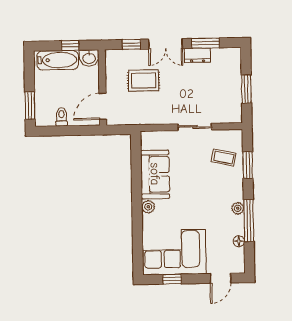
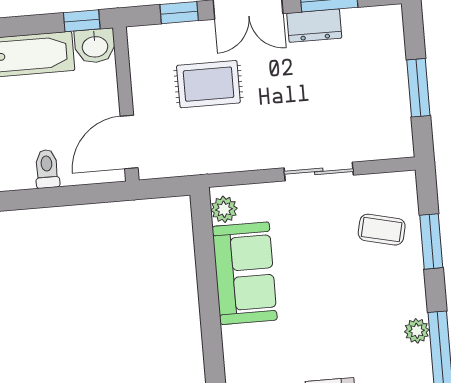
window: (70, 45) -> (82, 21), moved
plant: (148, 207) -> (224, 209), moved

